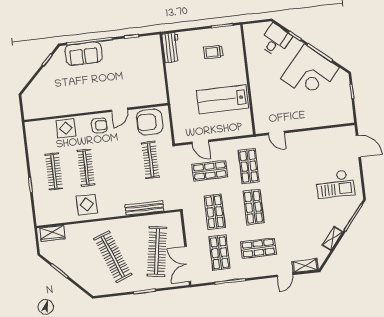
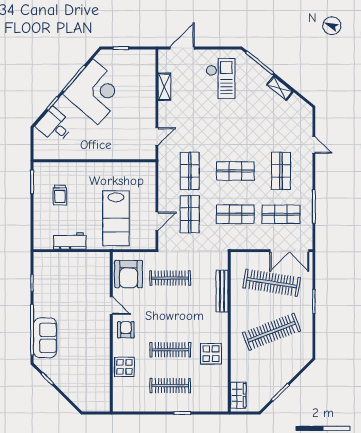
workbench: (171, 48) -> (70, 241), moved
lab bench: (223, 99) -> (116, 218), moved
shop shelf: (249, 166) -> (190, 171), turned 90
shelving: (305, 266) -> (164, 87), moved

